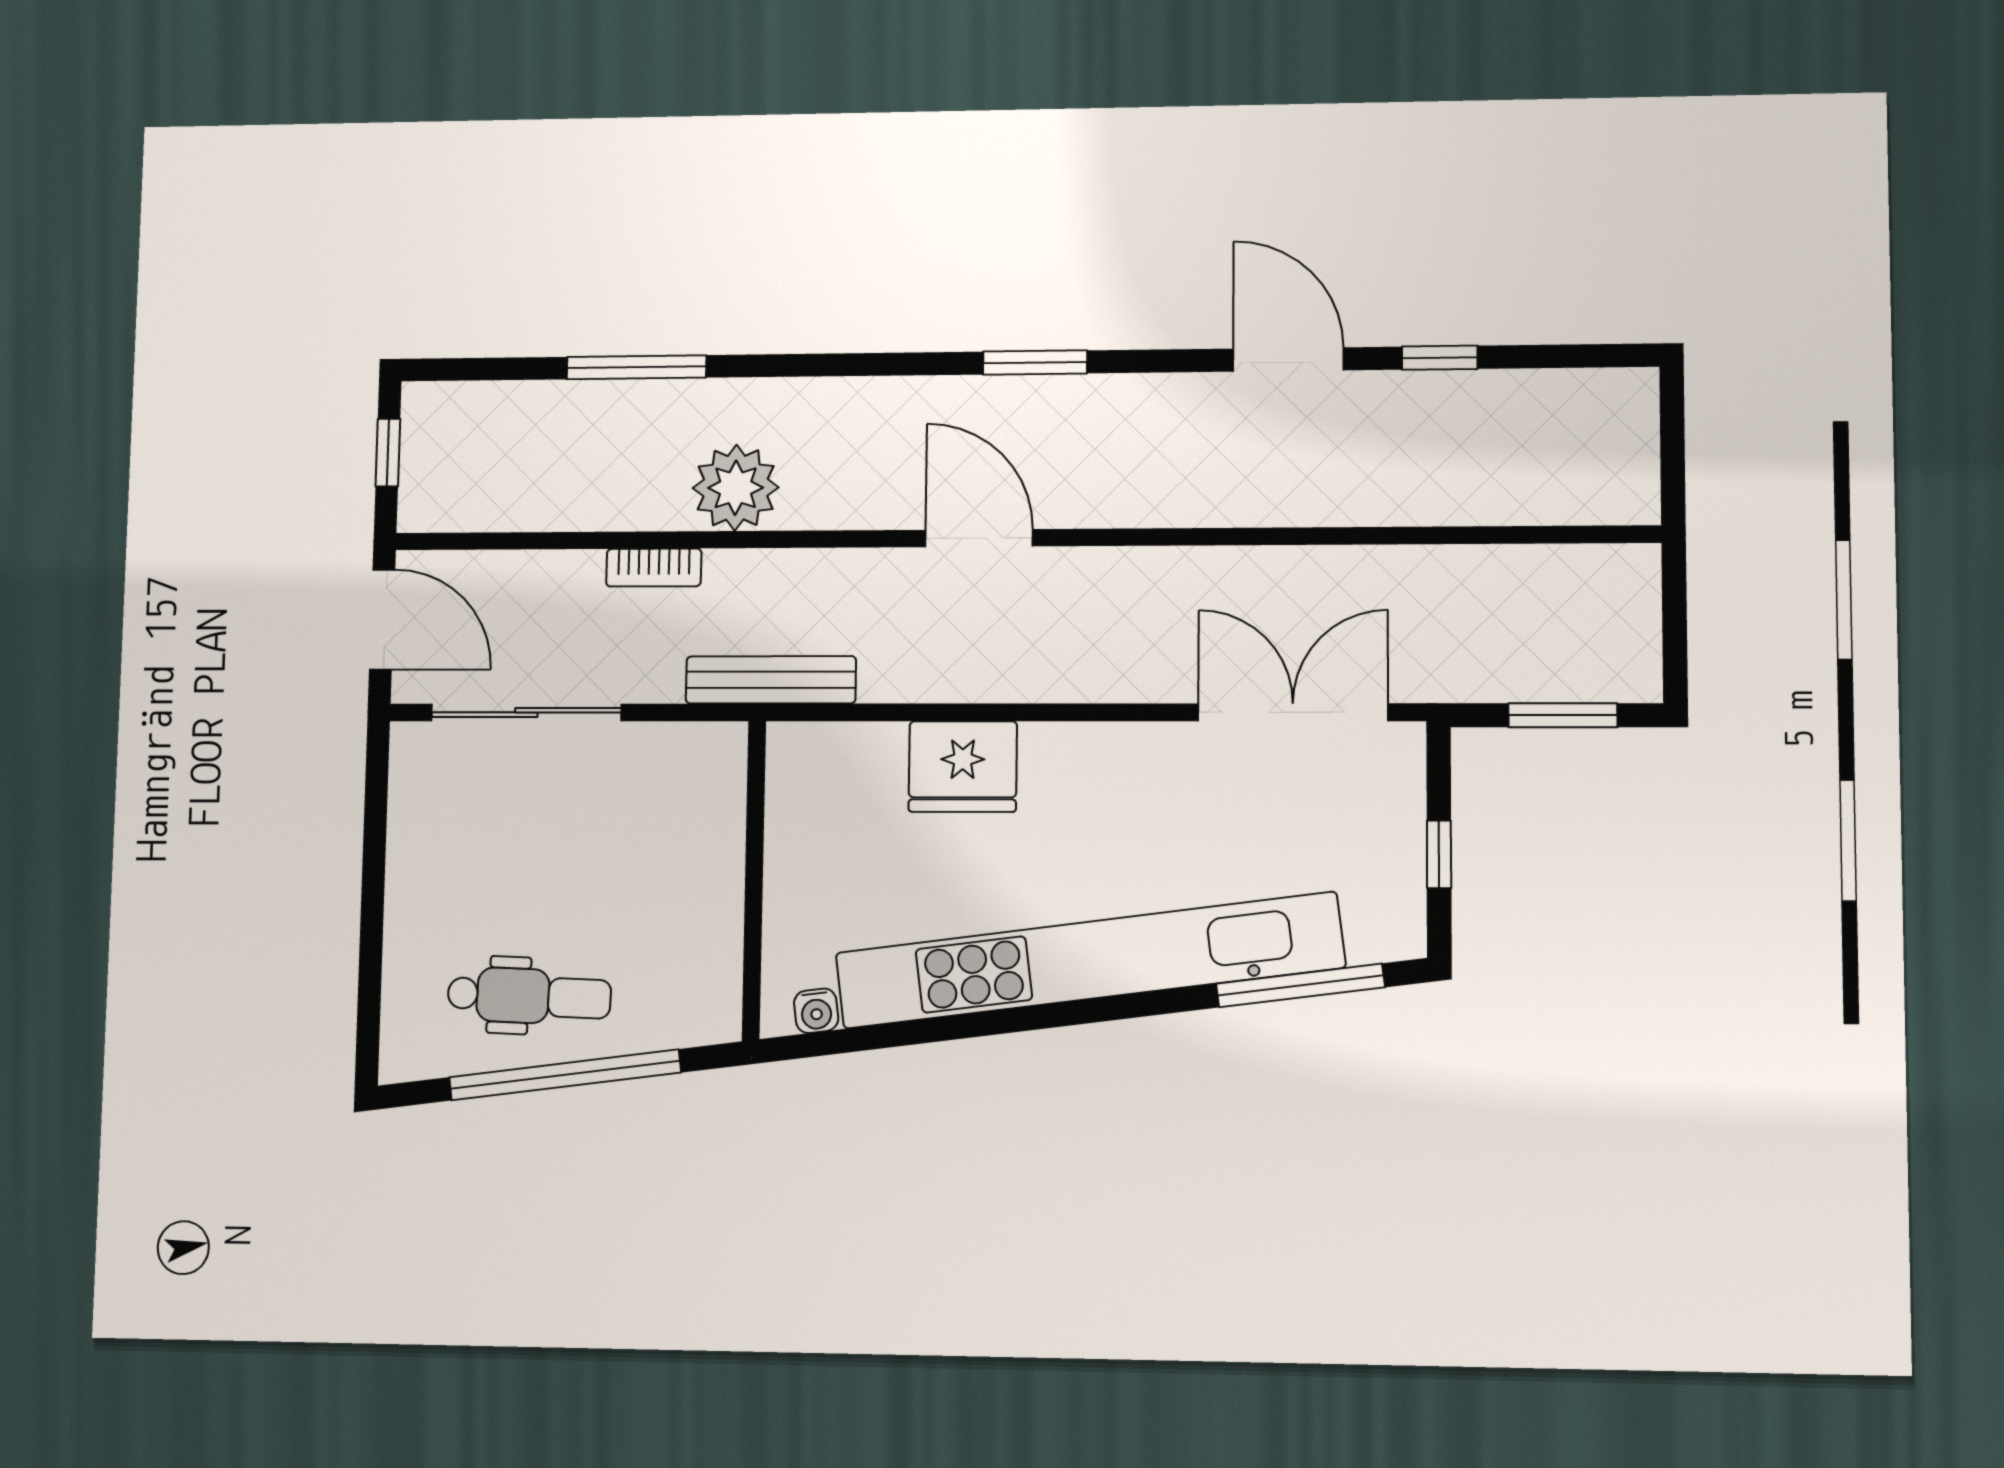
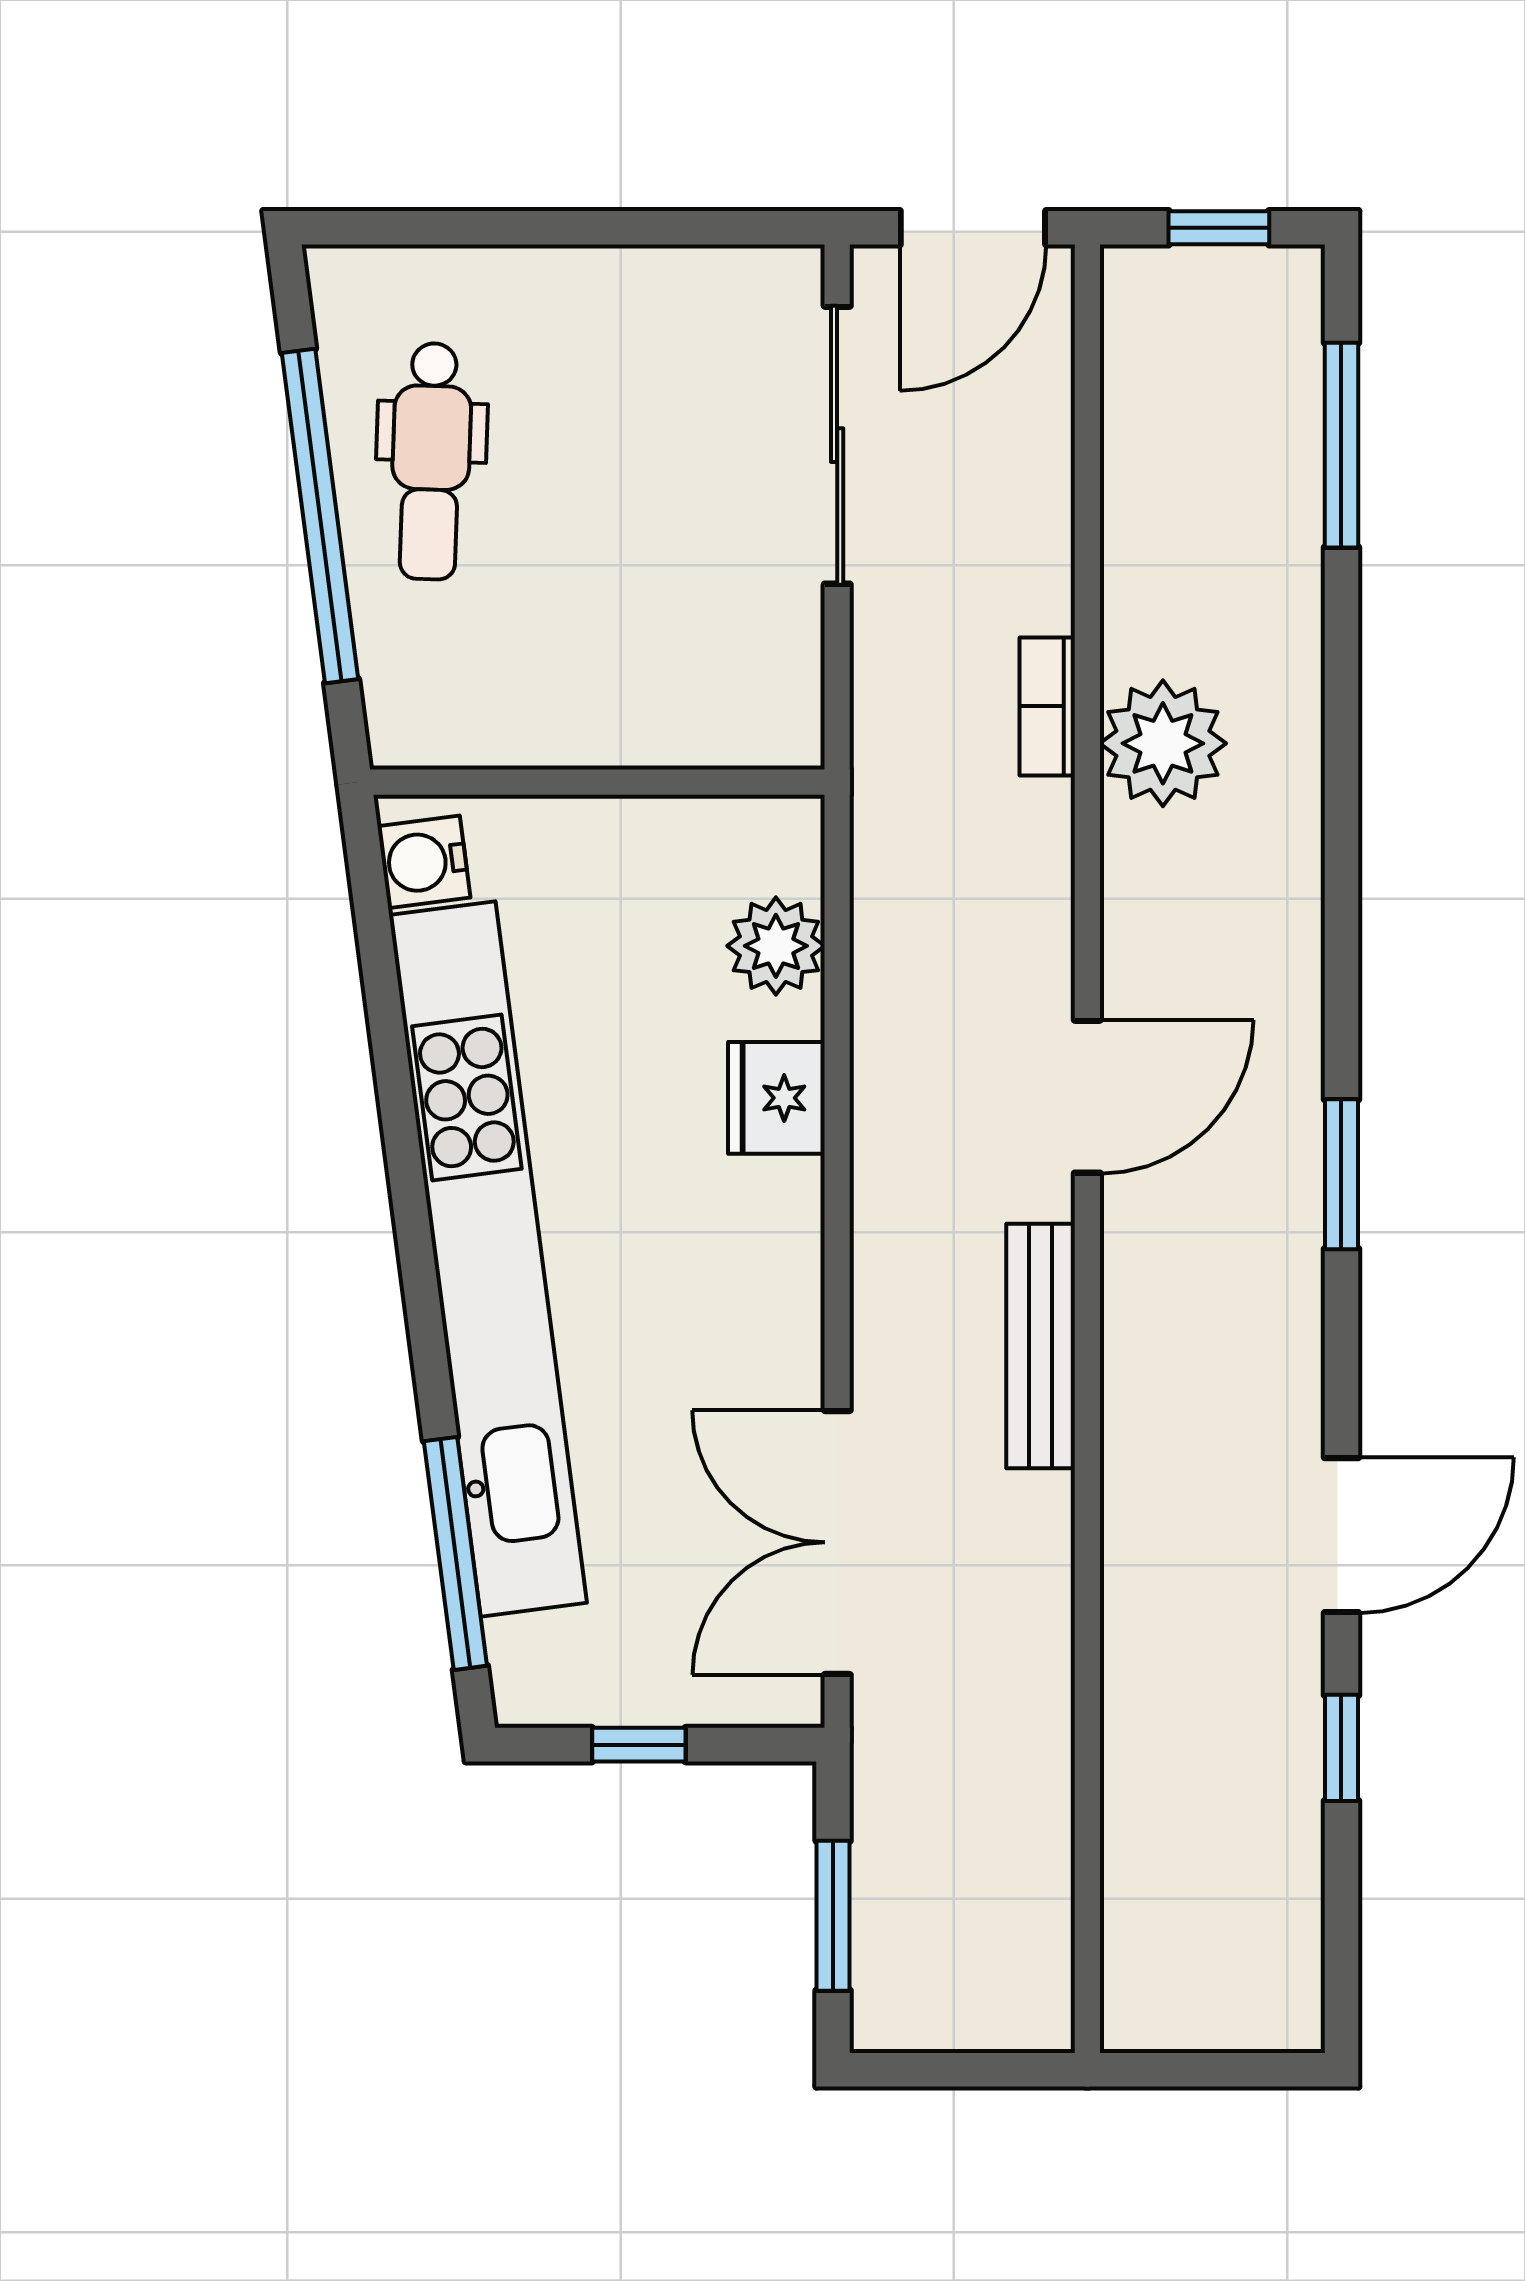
window: (636, 367) -> (1341, 445), moved
bookcase: (654, 568) -> (1047, 706), moved
bench: (771, 680) -> (1041, 1346), moved
double door: (1293, 712) -> (837, 1542), swing flipped
plant: (871, 755) -> (776, 946), added
fridge: (963, 767) -> (776, 1098), width x0.73, depth x0.75
water cooler: (816, 1011) -> (424, 862), width x1.38, depth x1.38

